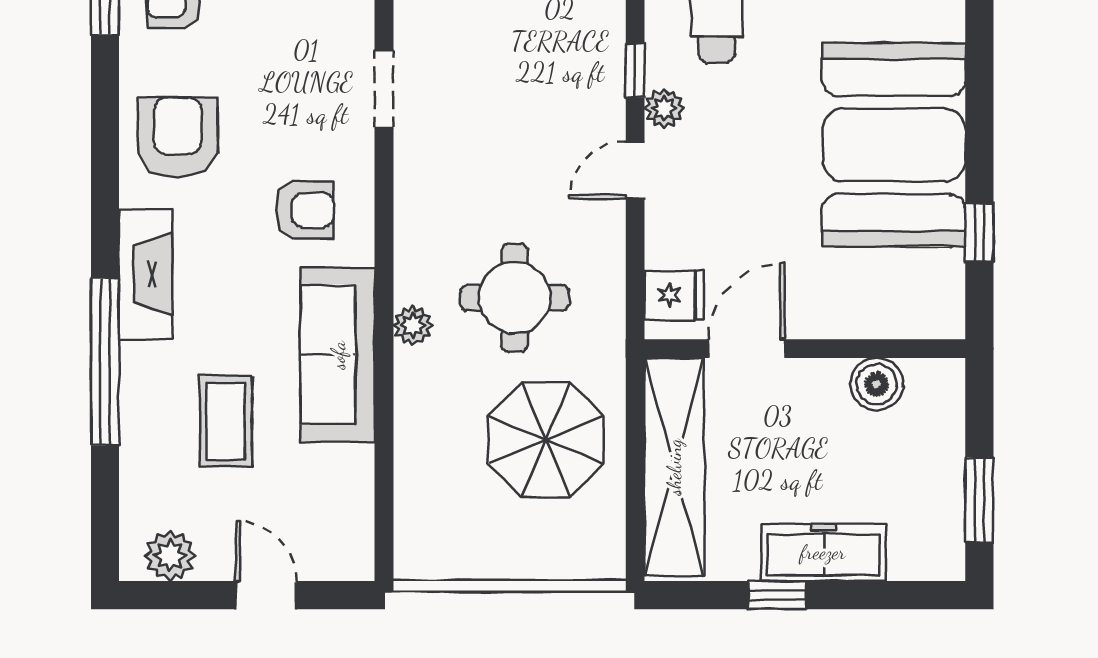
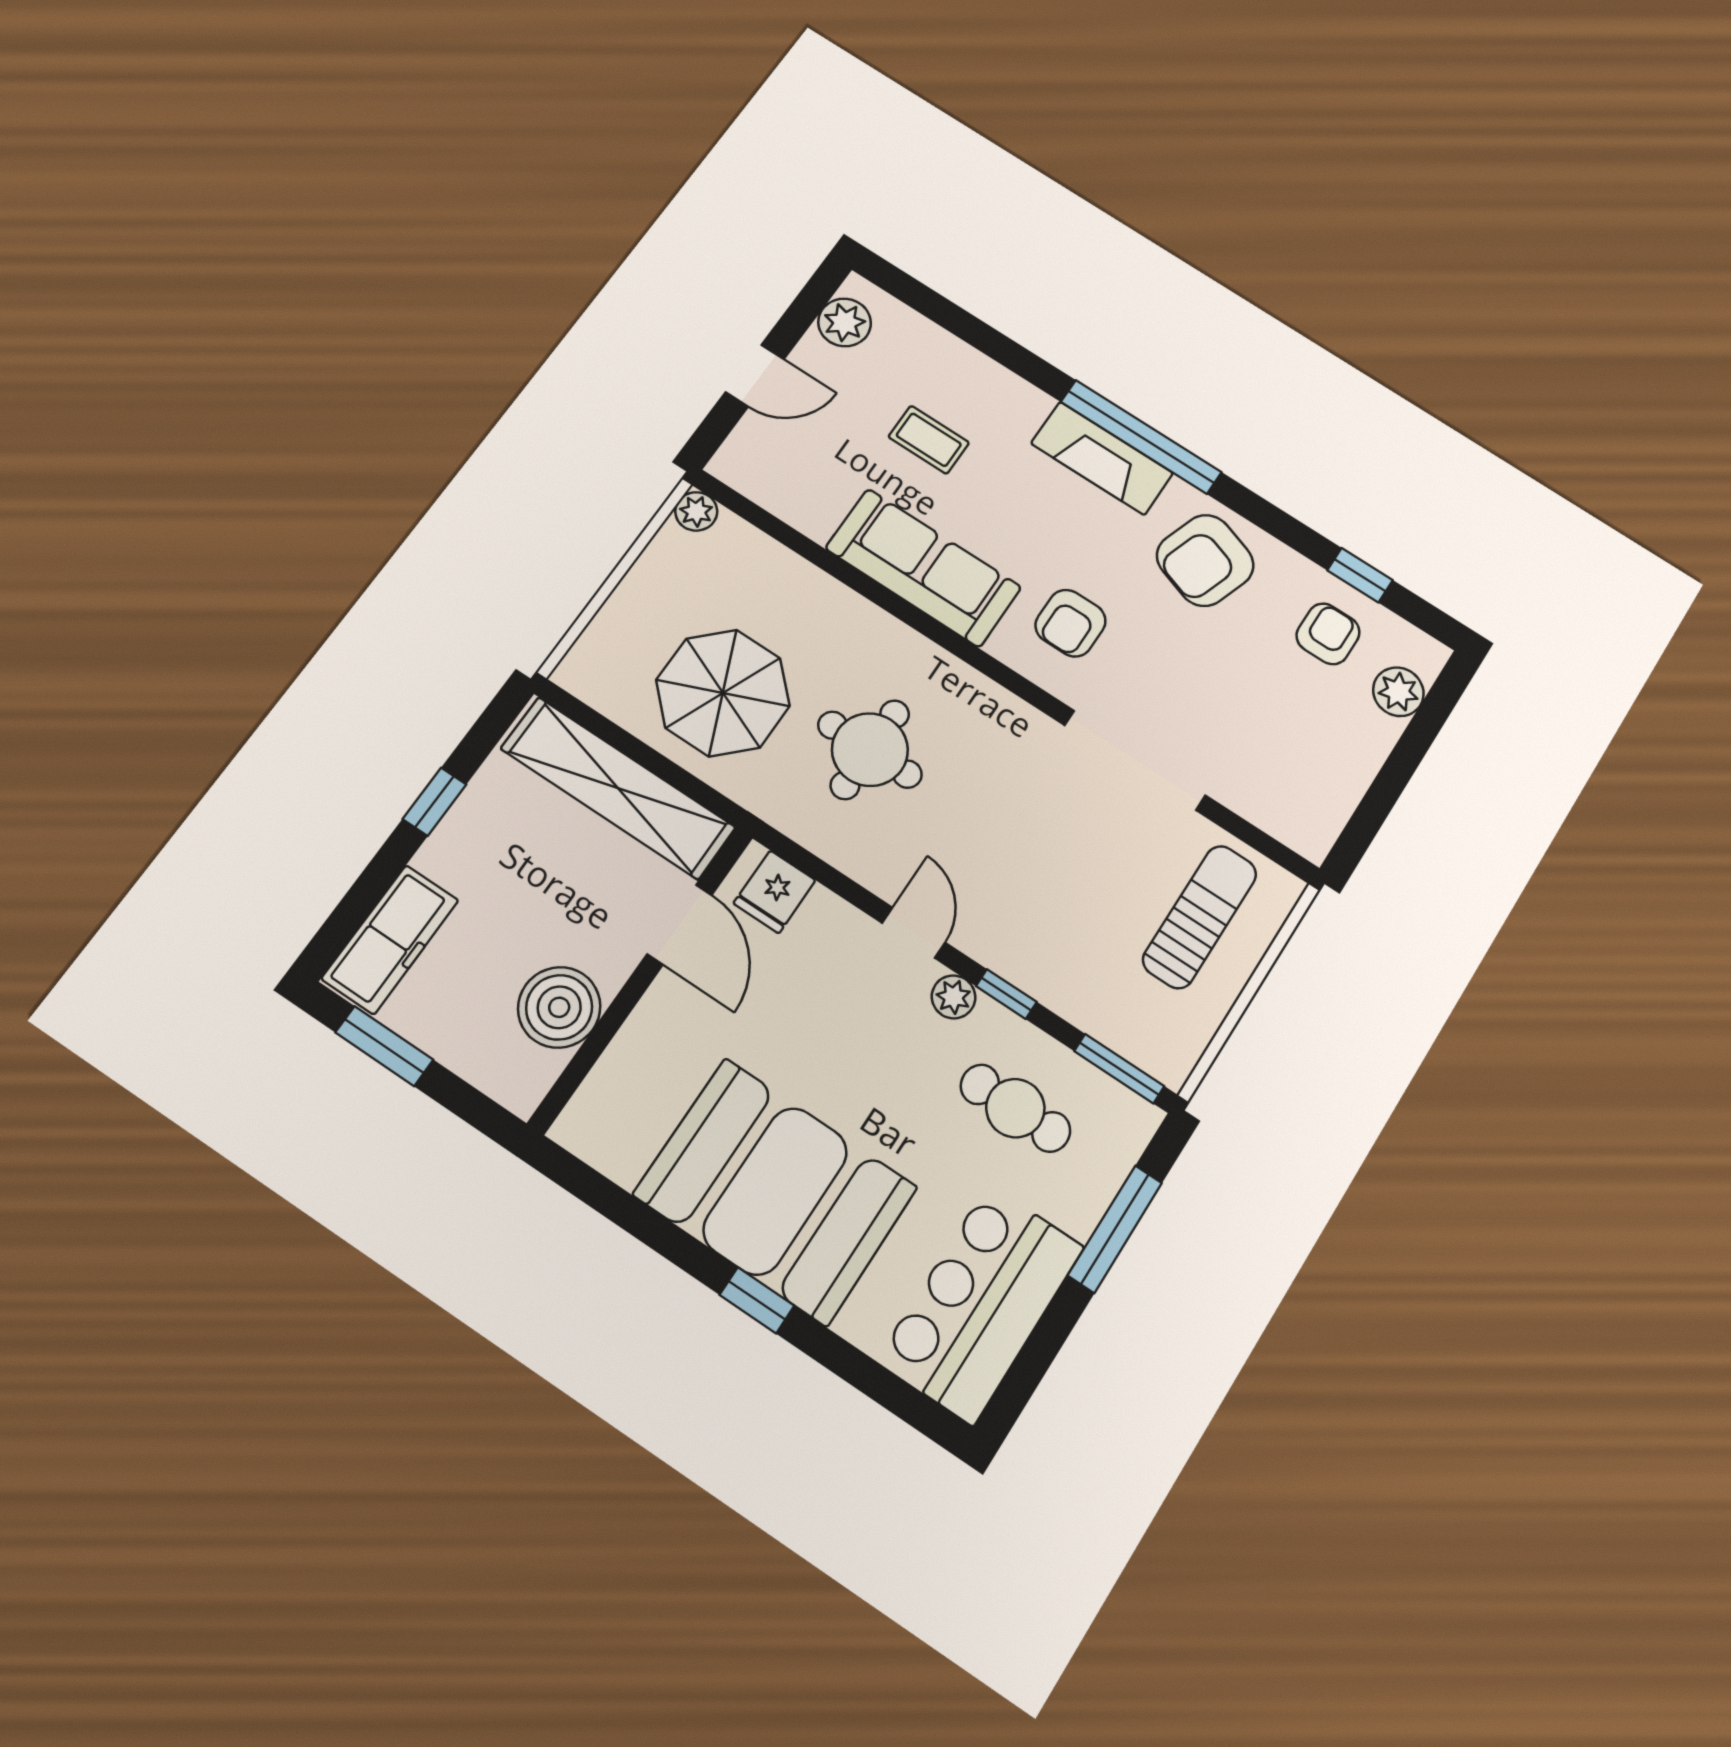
doorway: (384, 89) -> (1135, 760), width x1.88
armchair: (178, 137) -> (1205, 560), turned 109
window: (979, 233) -> (757, 1300), moved
plant: (413, 325) -> (696, 511), moved
window: (105, 362) -> (1141, 437), moved
boiler: (877, 384) -> (559, 1007), width x1.37, depth x1.37
coffee table: (226, 422) -> (929, 440), width x0.73, depth x0.77
freezer: (823, 552) -> (390, 939), moved

